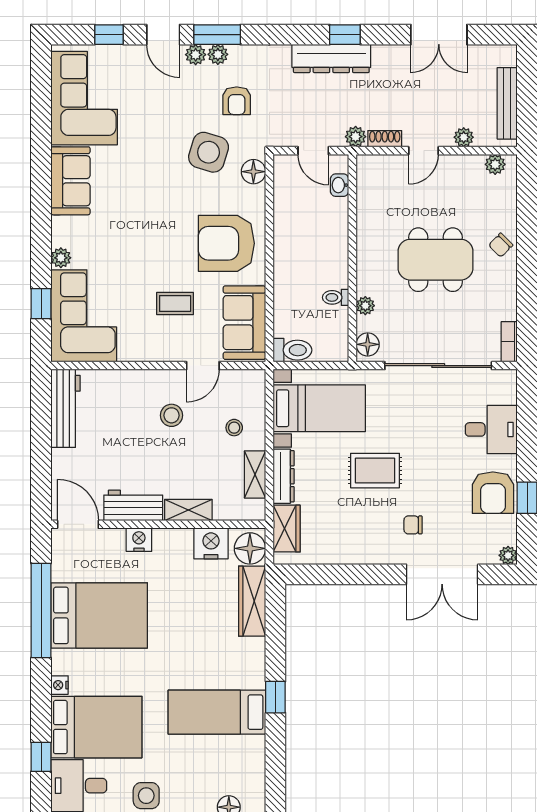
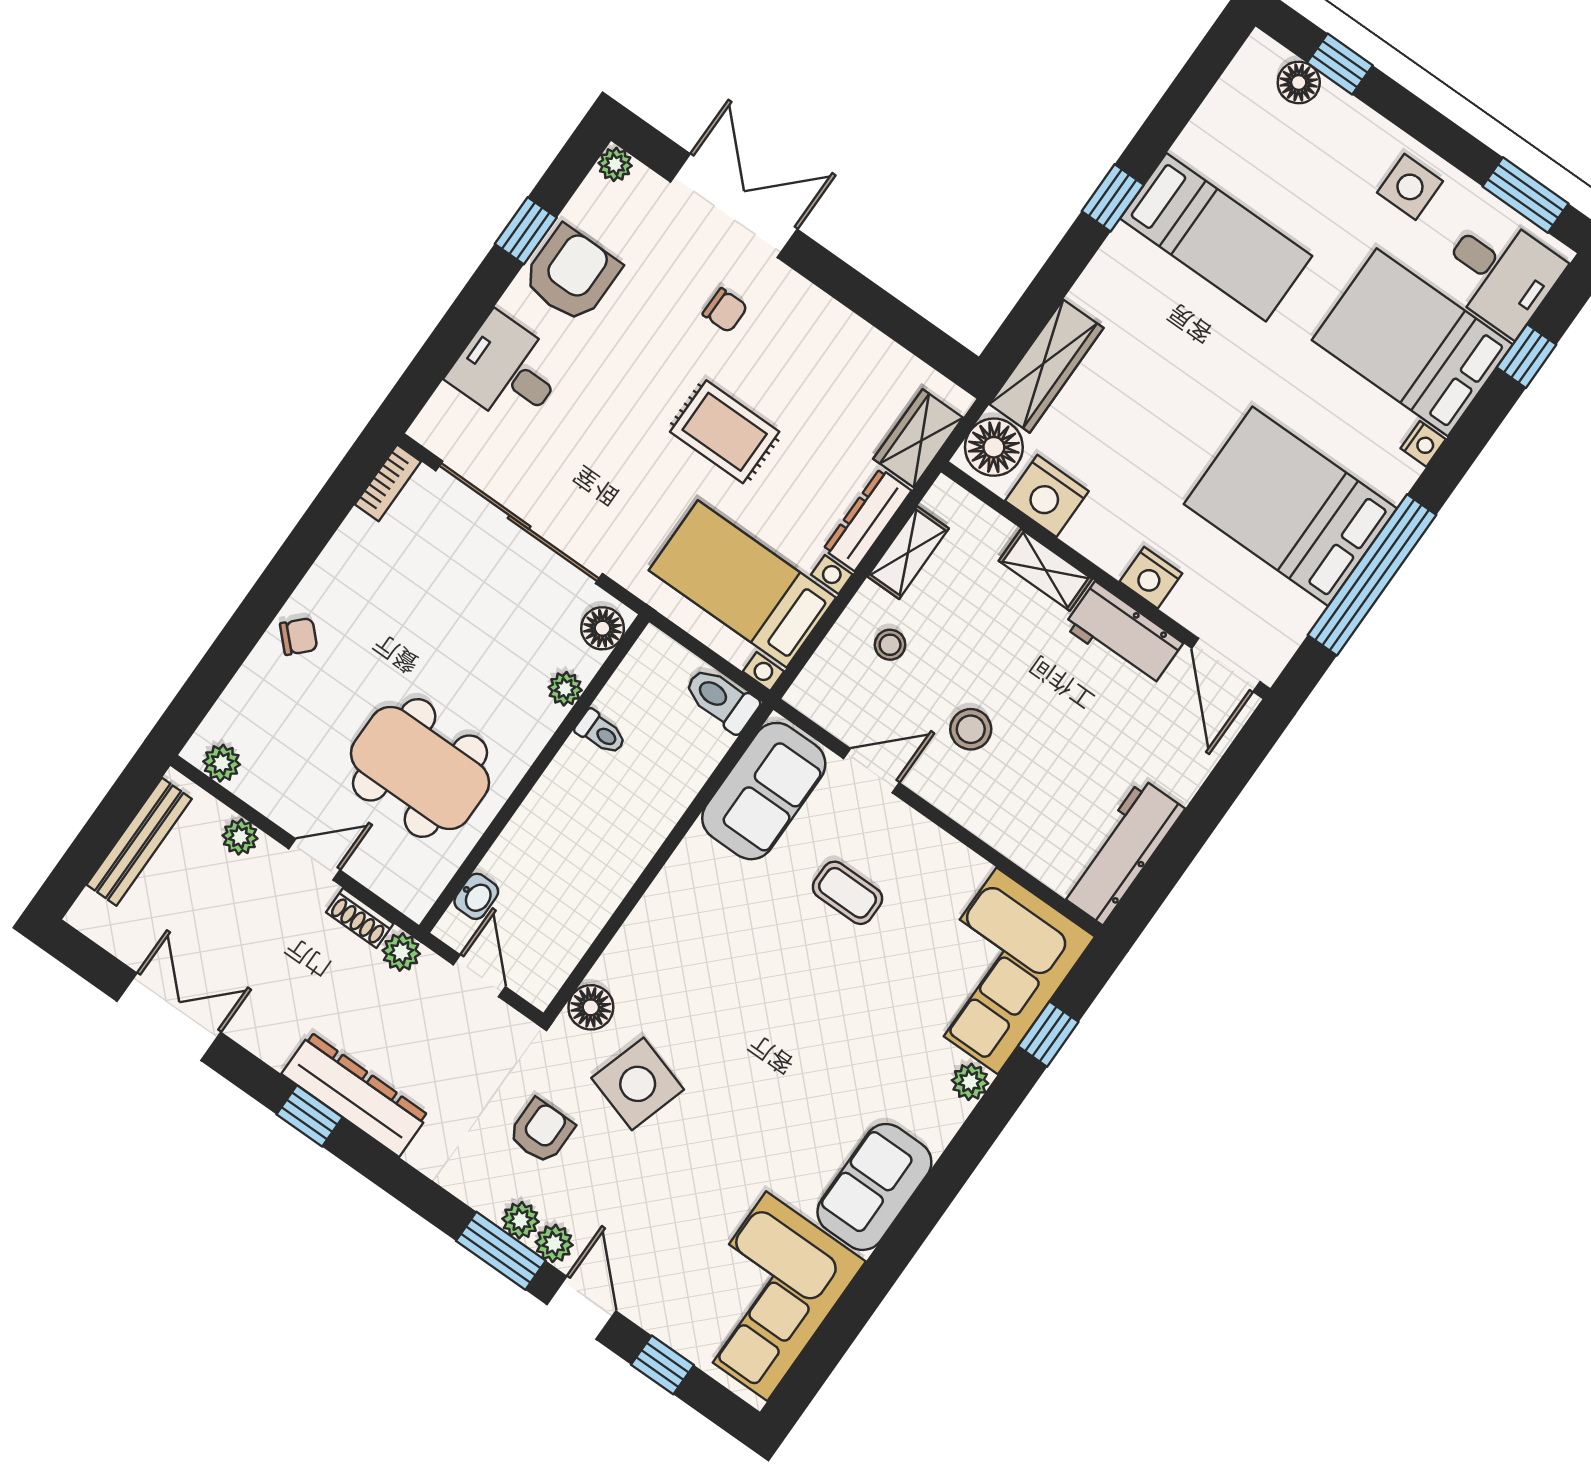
armchair: (226, 243) -> (707, 929), removed
dining table: (435, 260) -> (420, 768), moved

